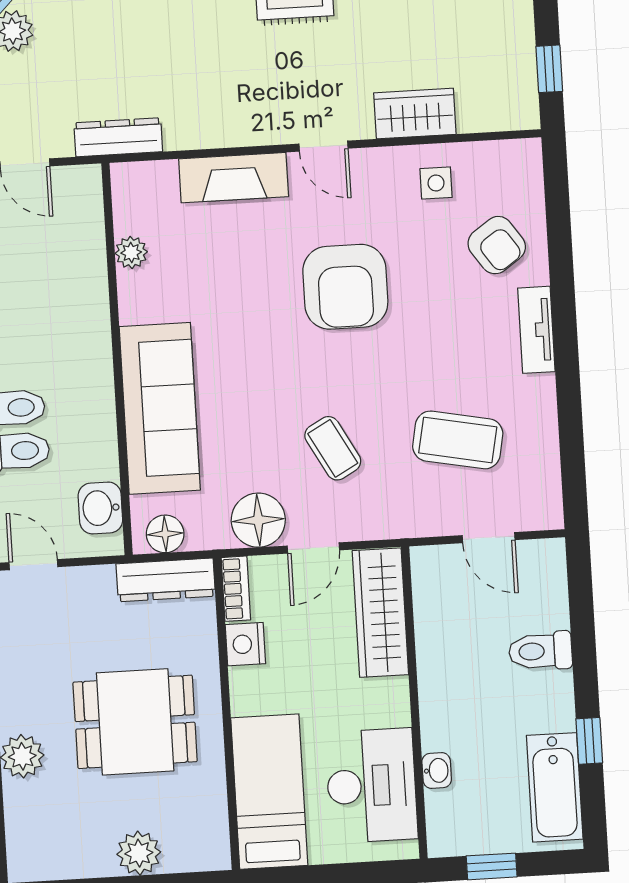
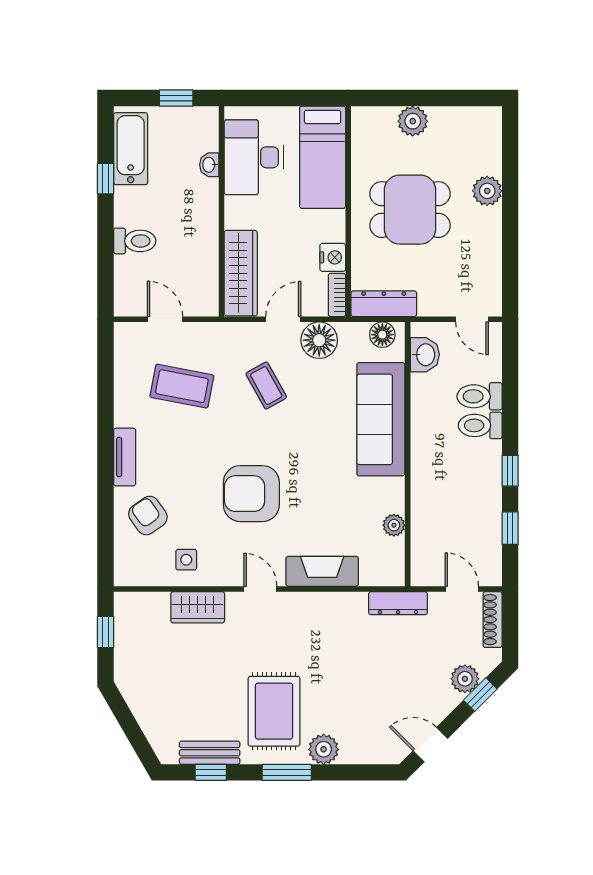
armchair: (345, 287) -> (251, 494), turned -90

